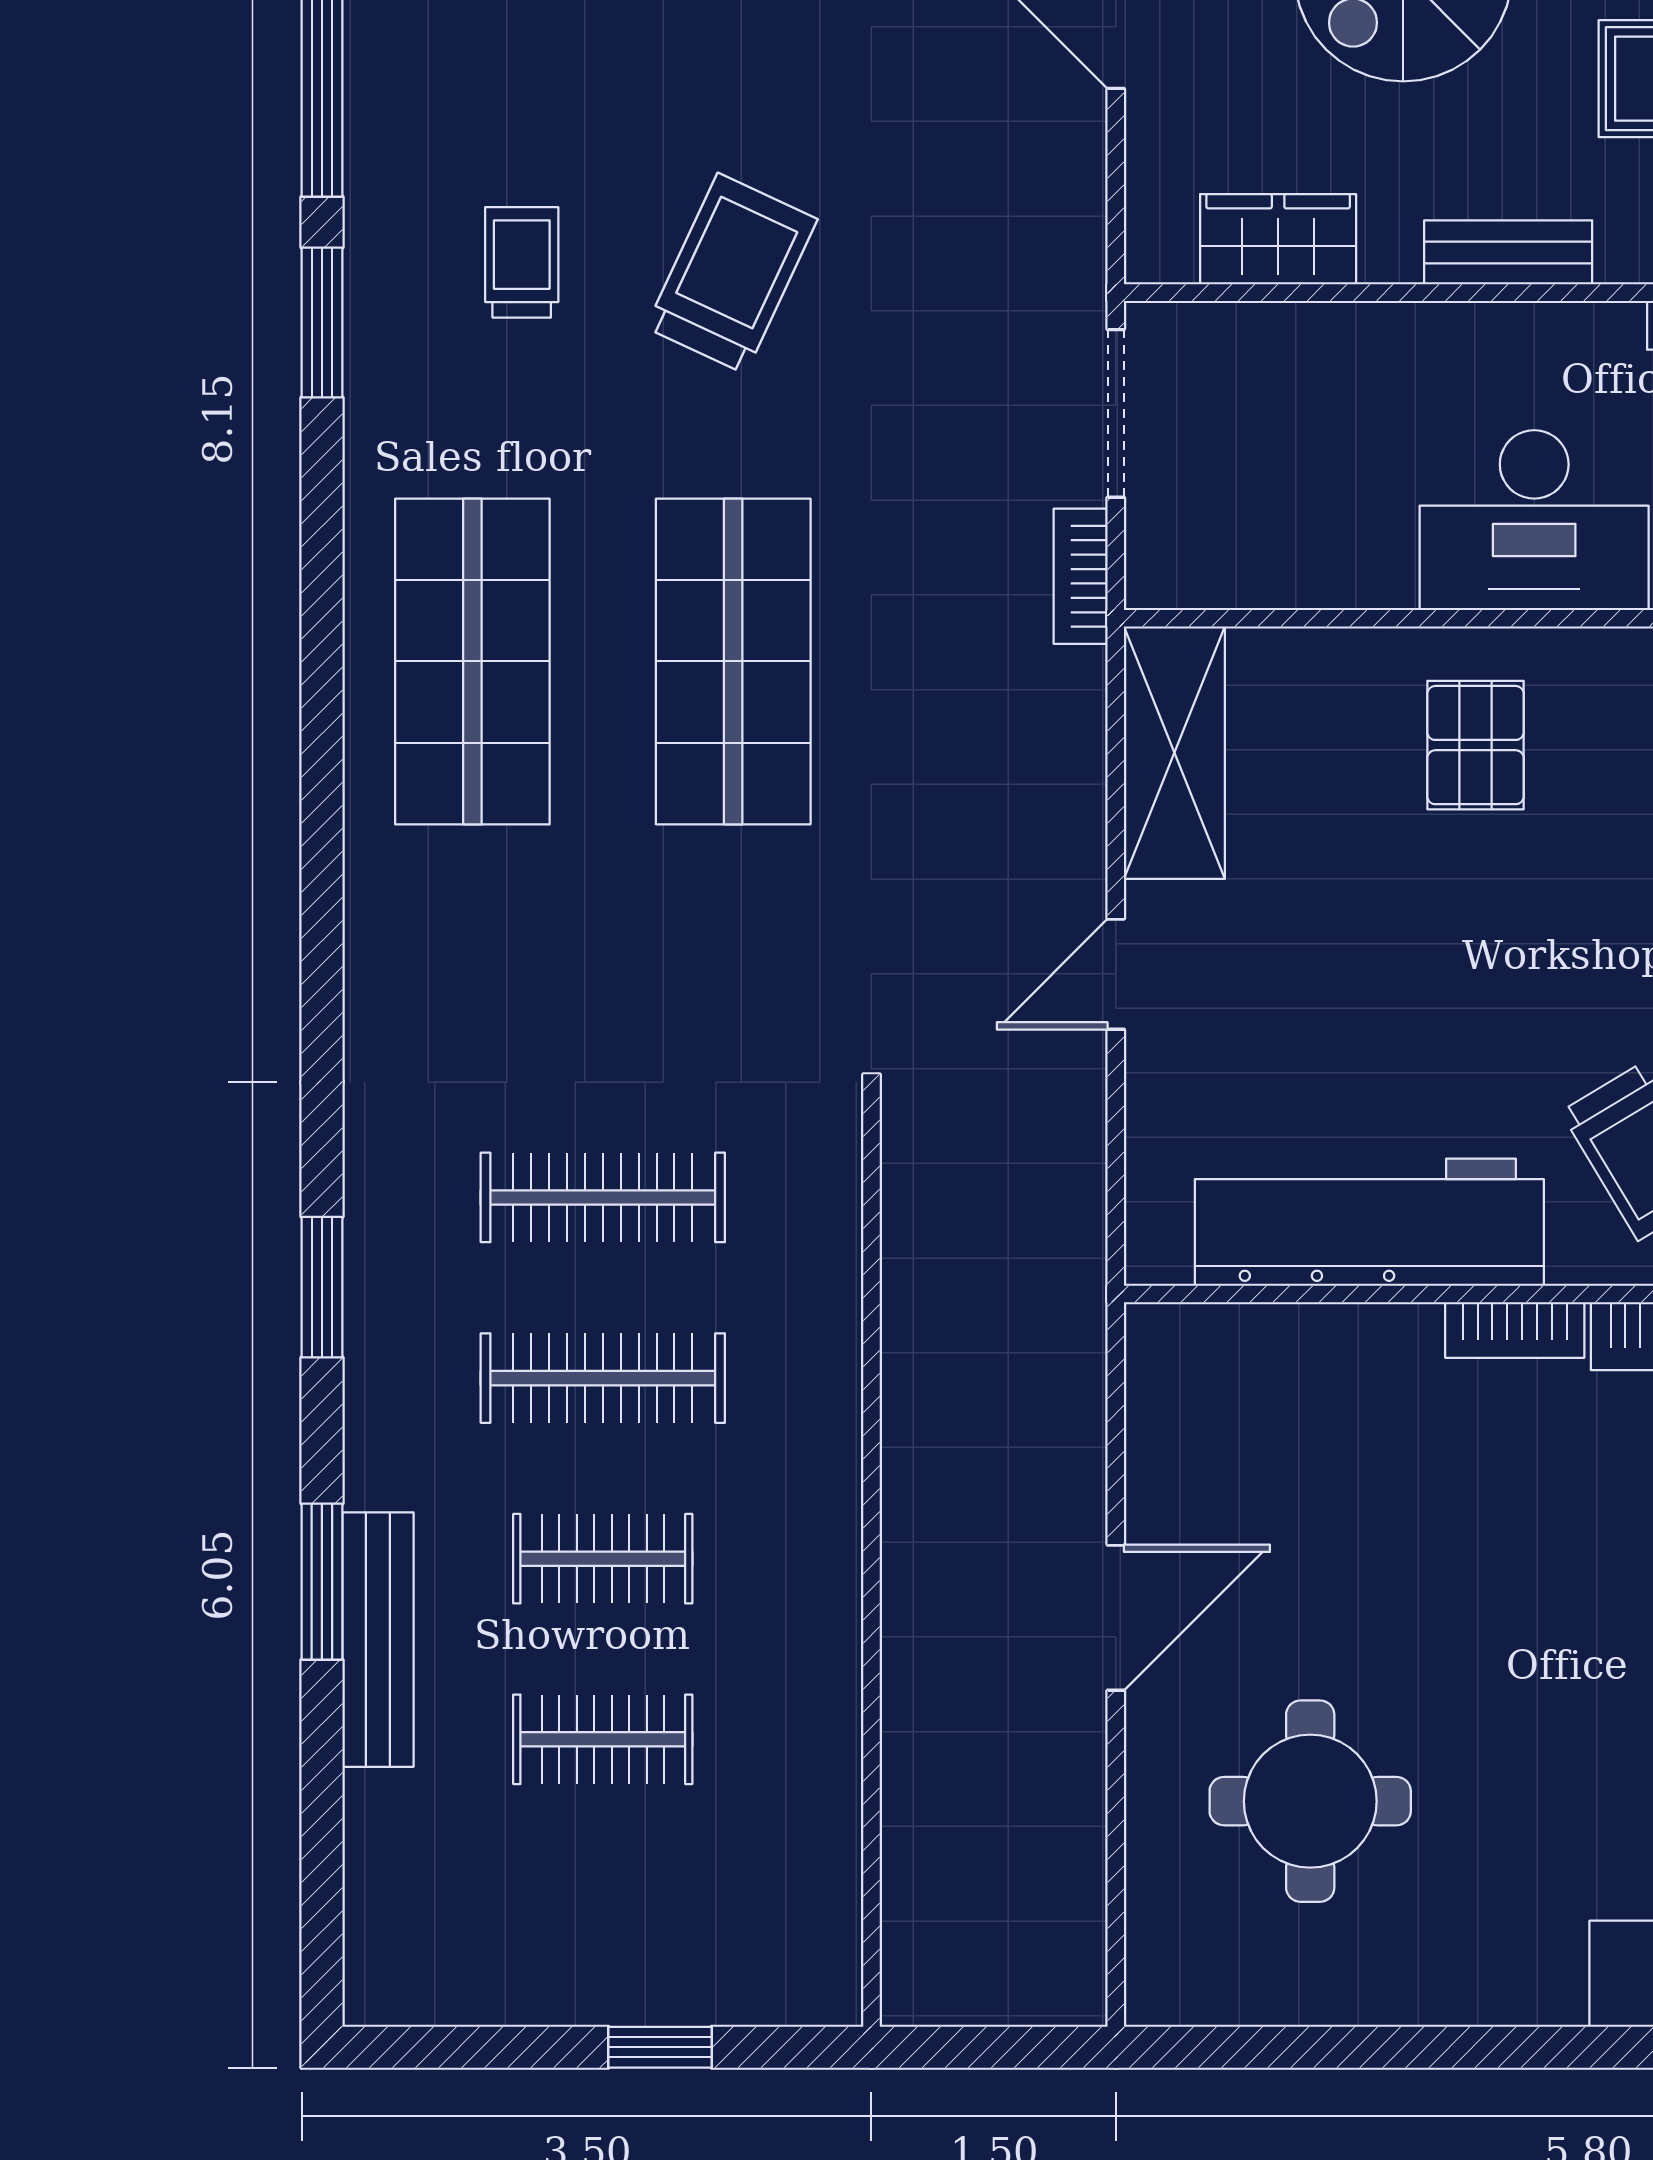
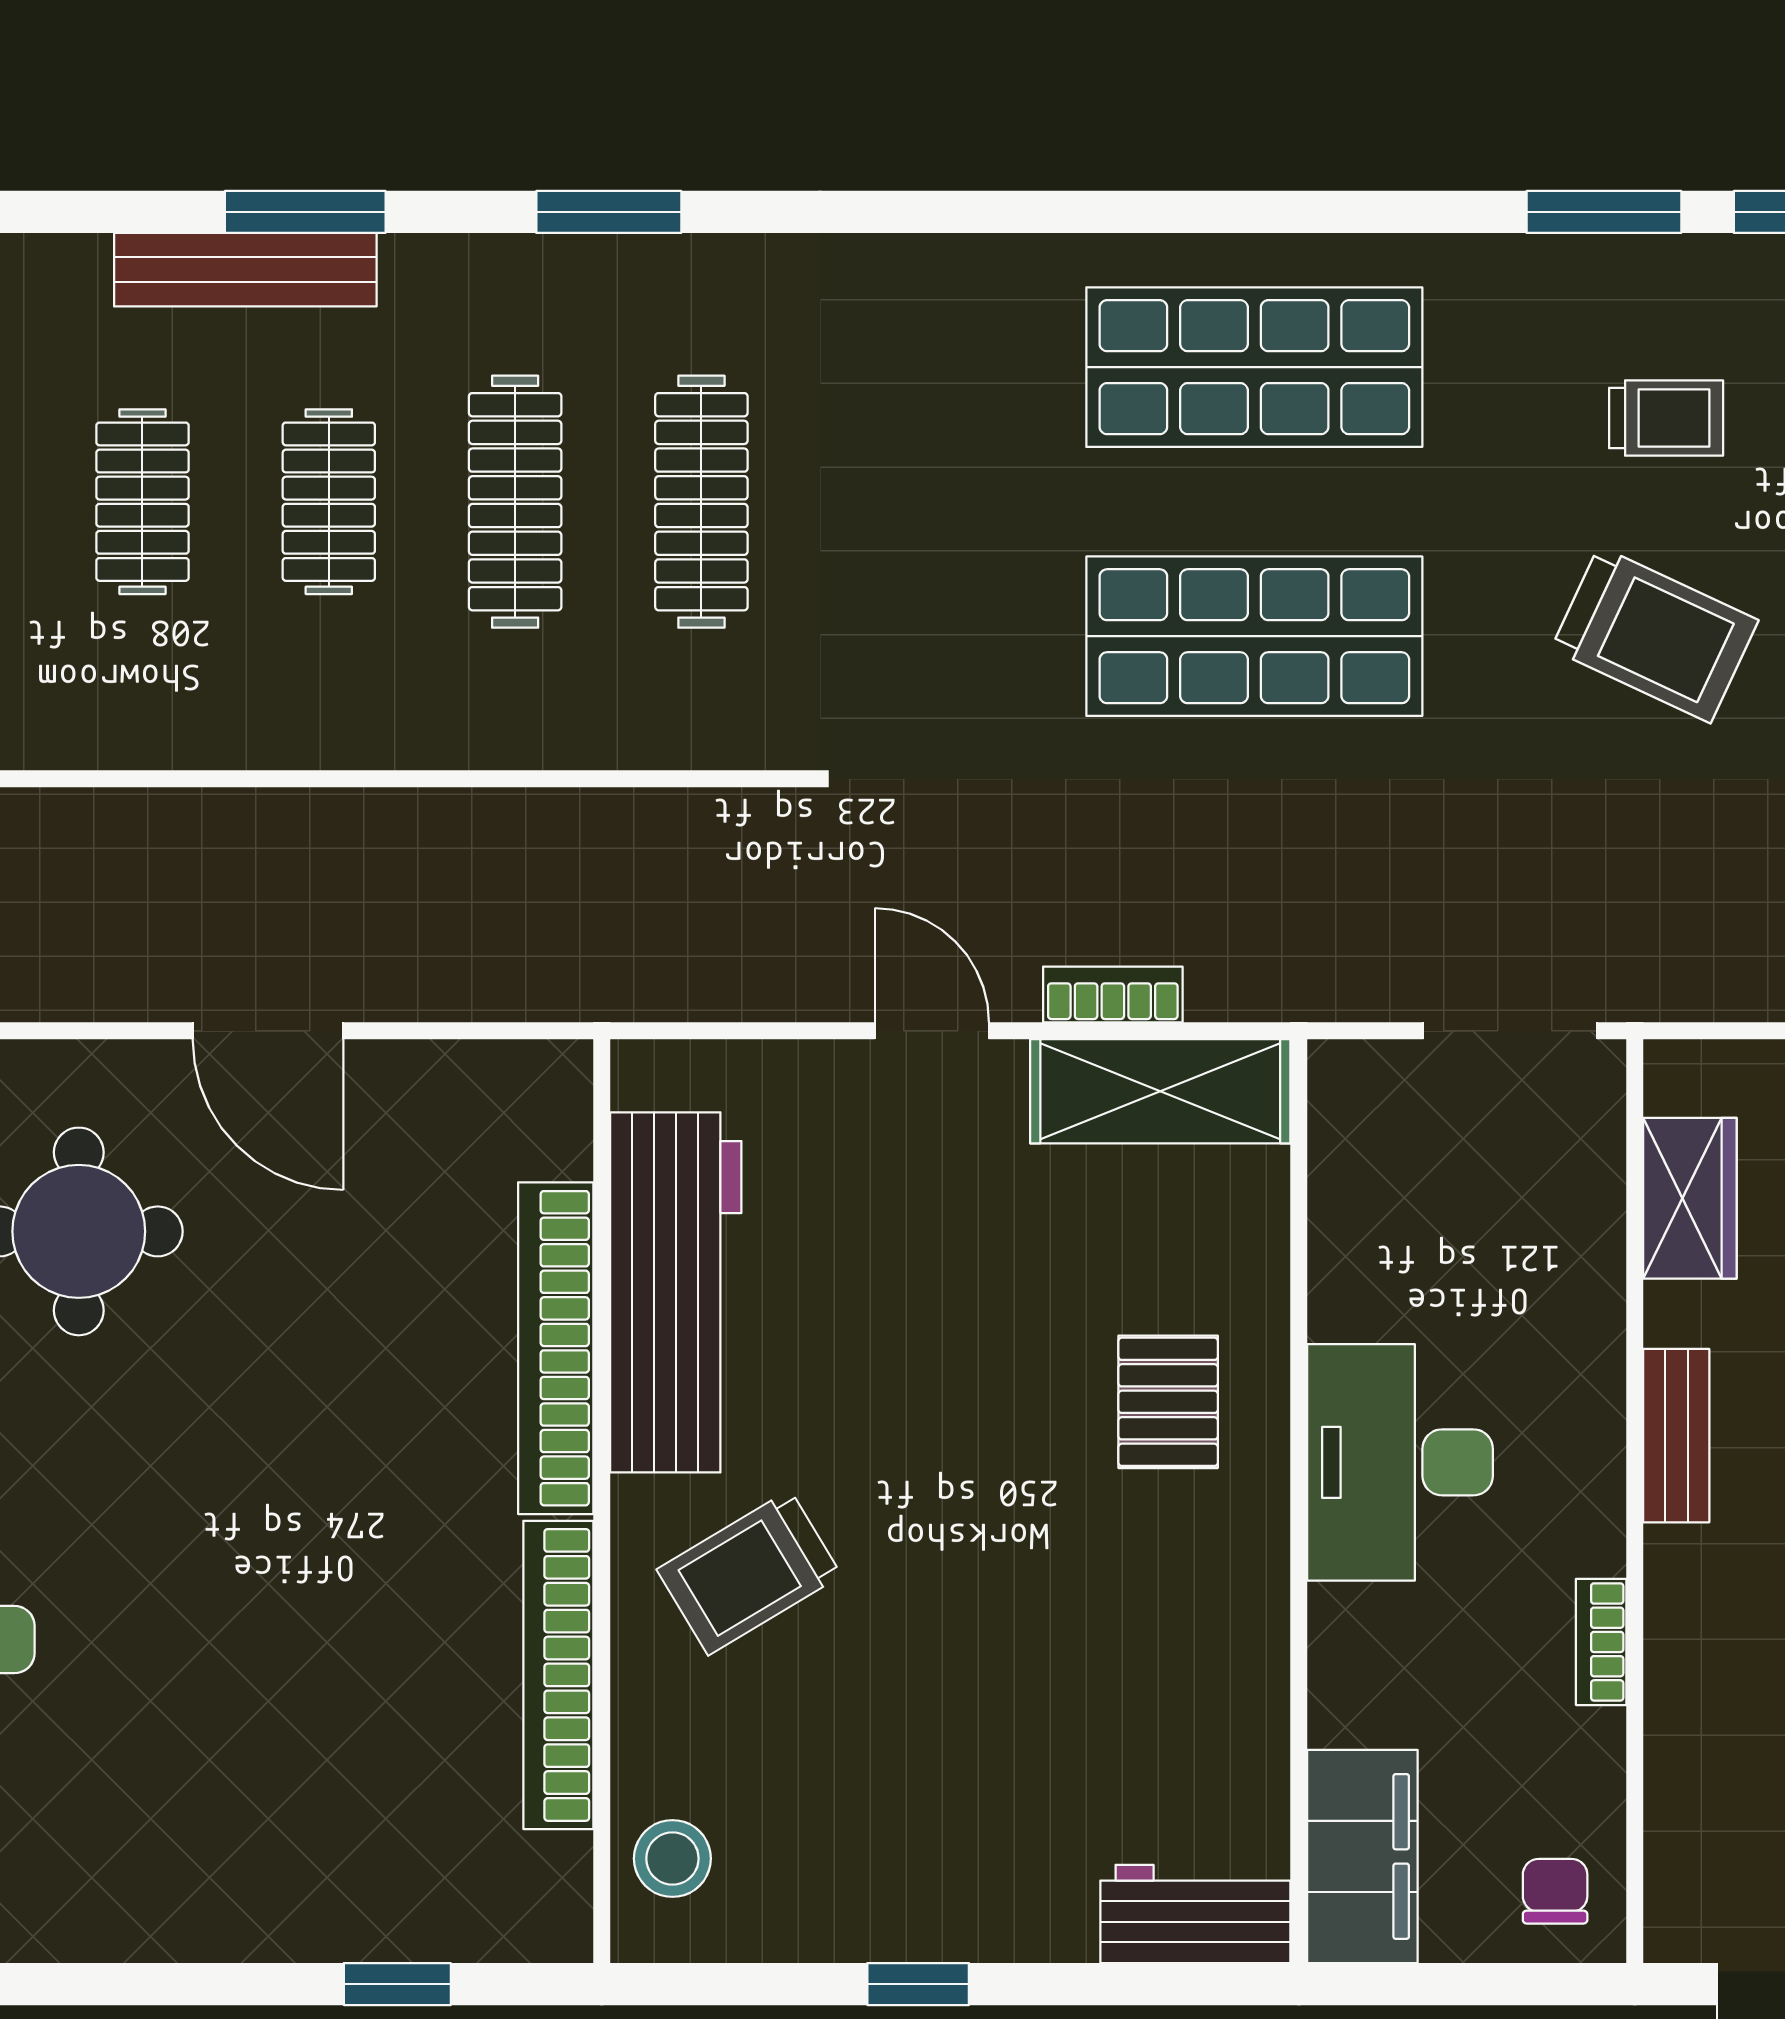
bookcase: (1081, 576) -> (1113, 994), moved
pallet: (1475, 745) -> (1168, 1402), turned 90
bookcase: (1515, 1330) -> (556, 1348), width x2.31, depth x1.31

